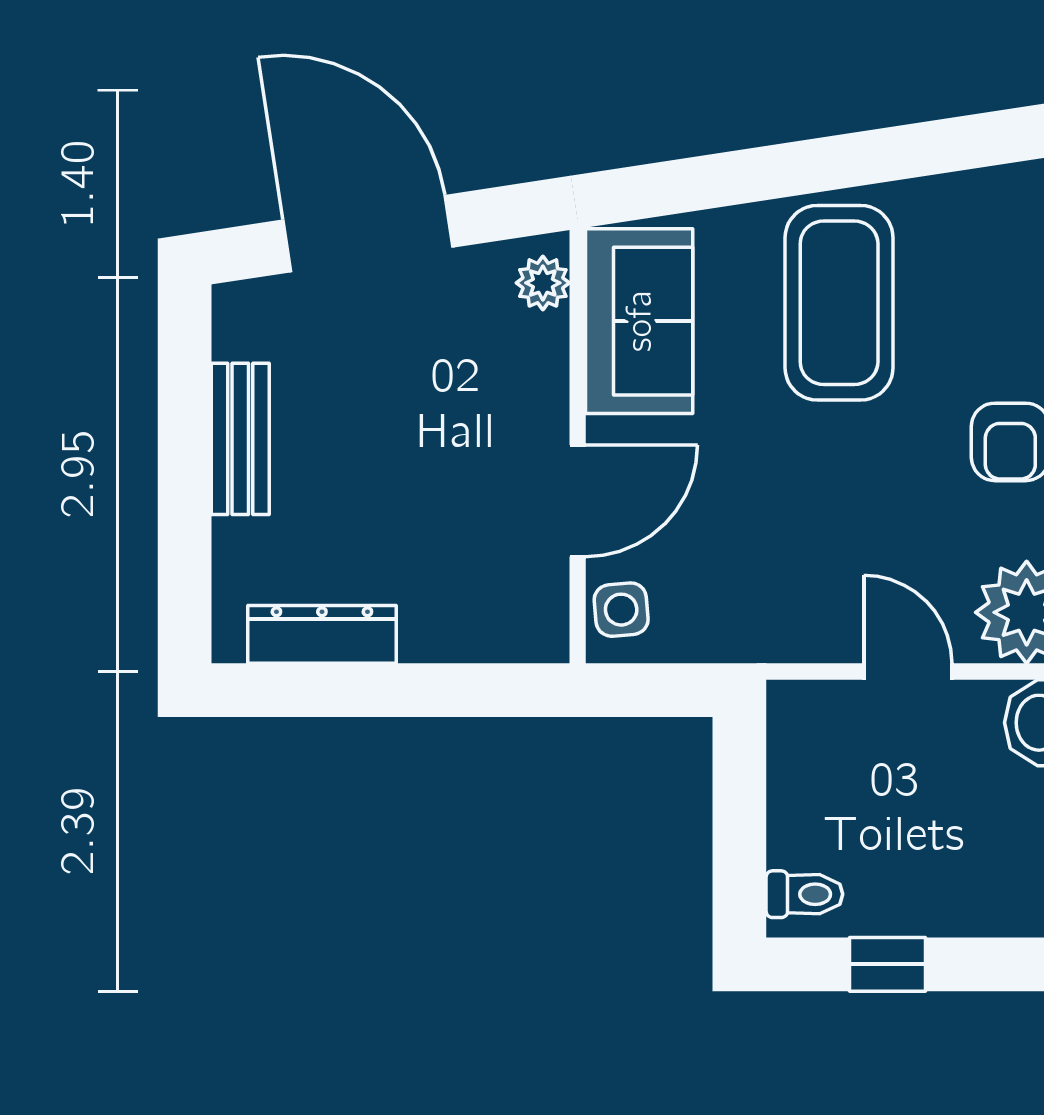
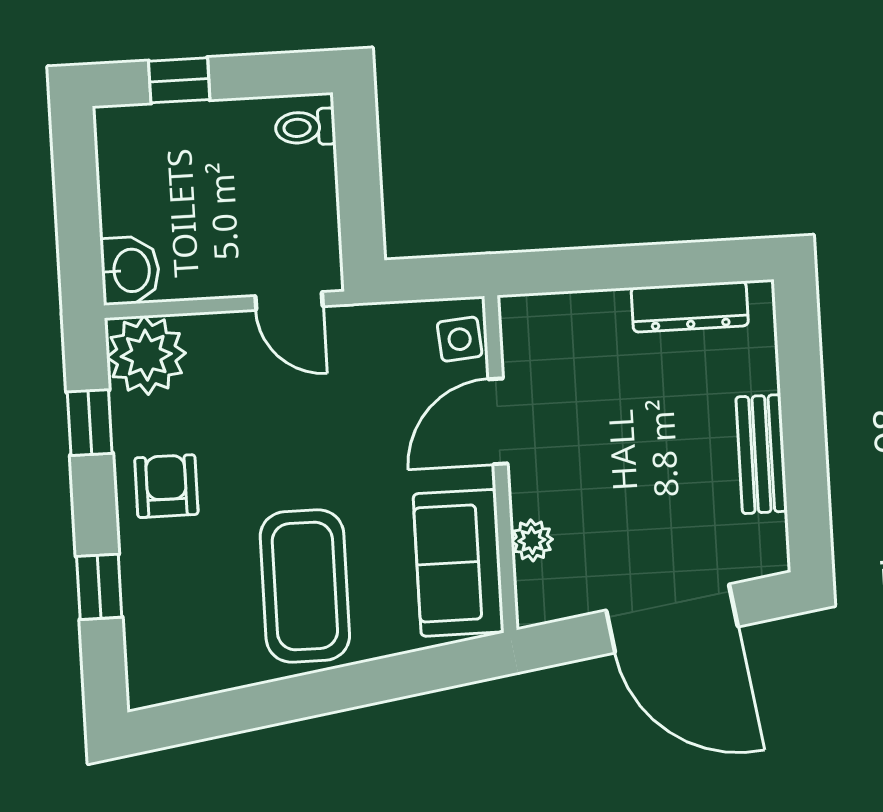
plant: (543, 283) -> (532, 540), moved
door: (908, 671) -> (289, 301), moved
window: (888, 964) -> (179, 80), moved

